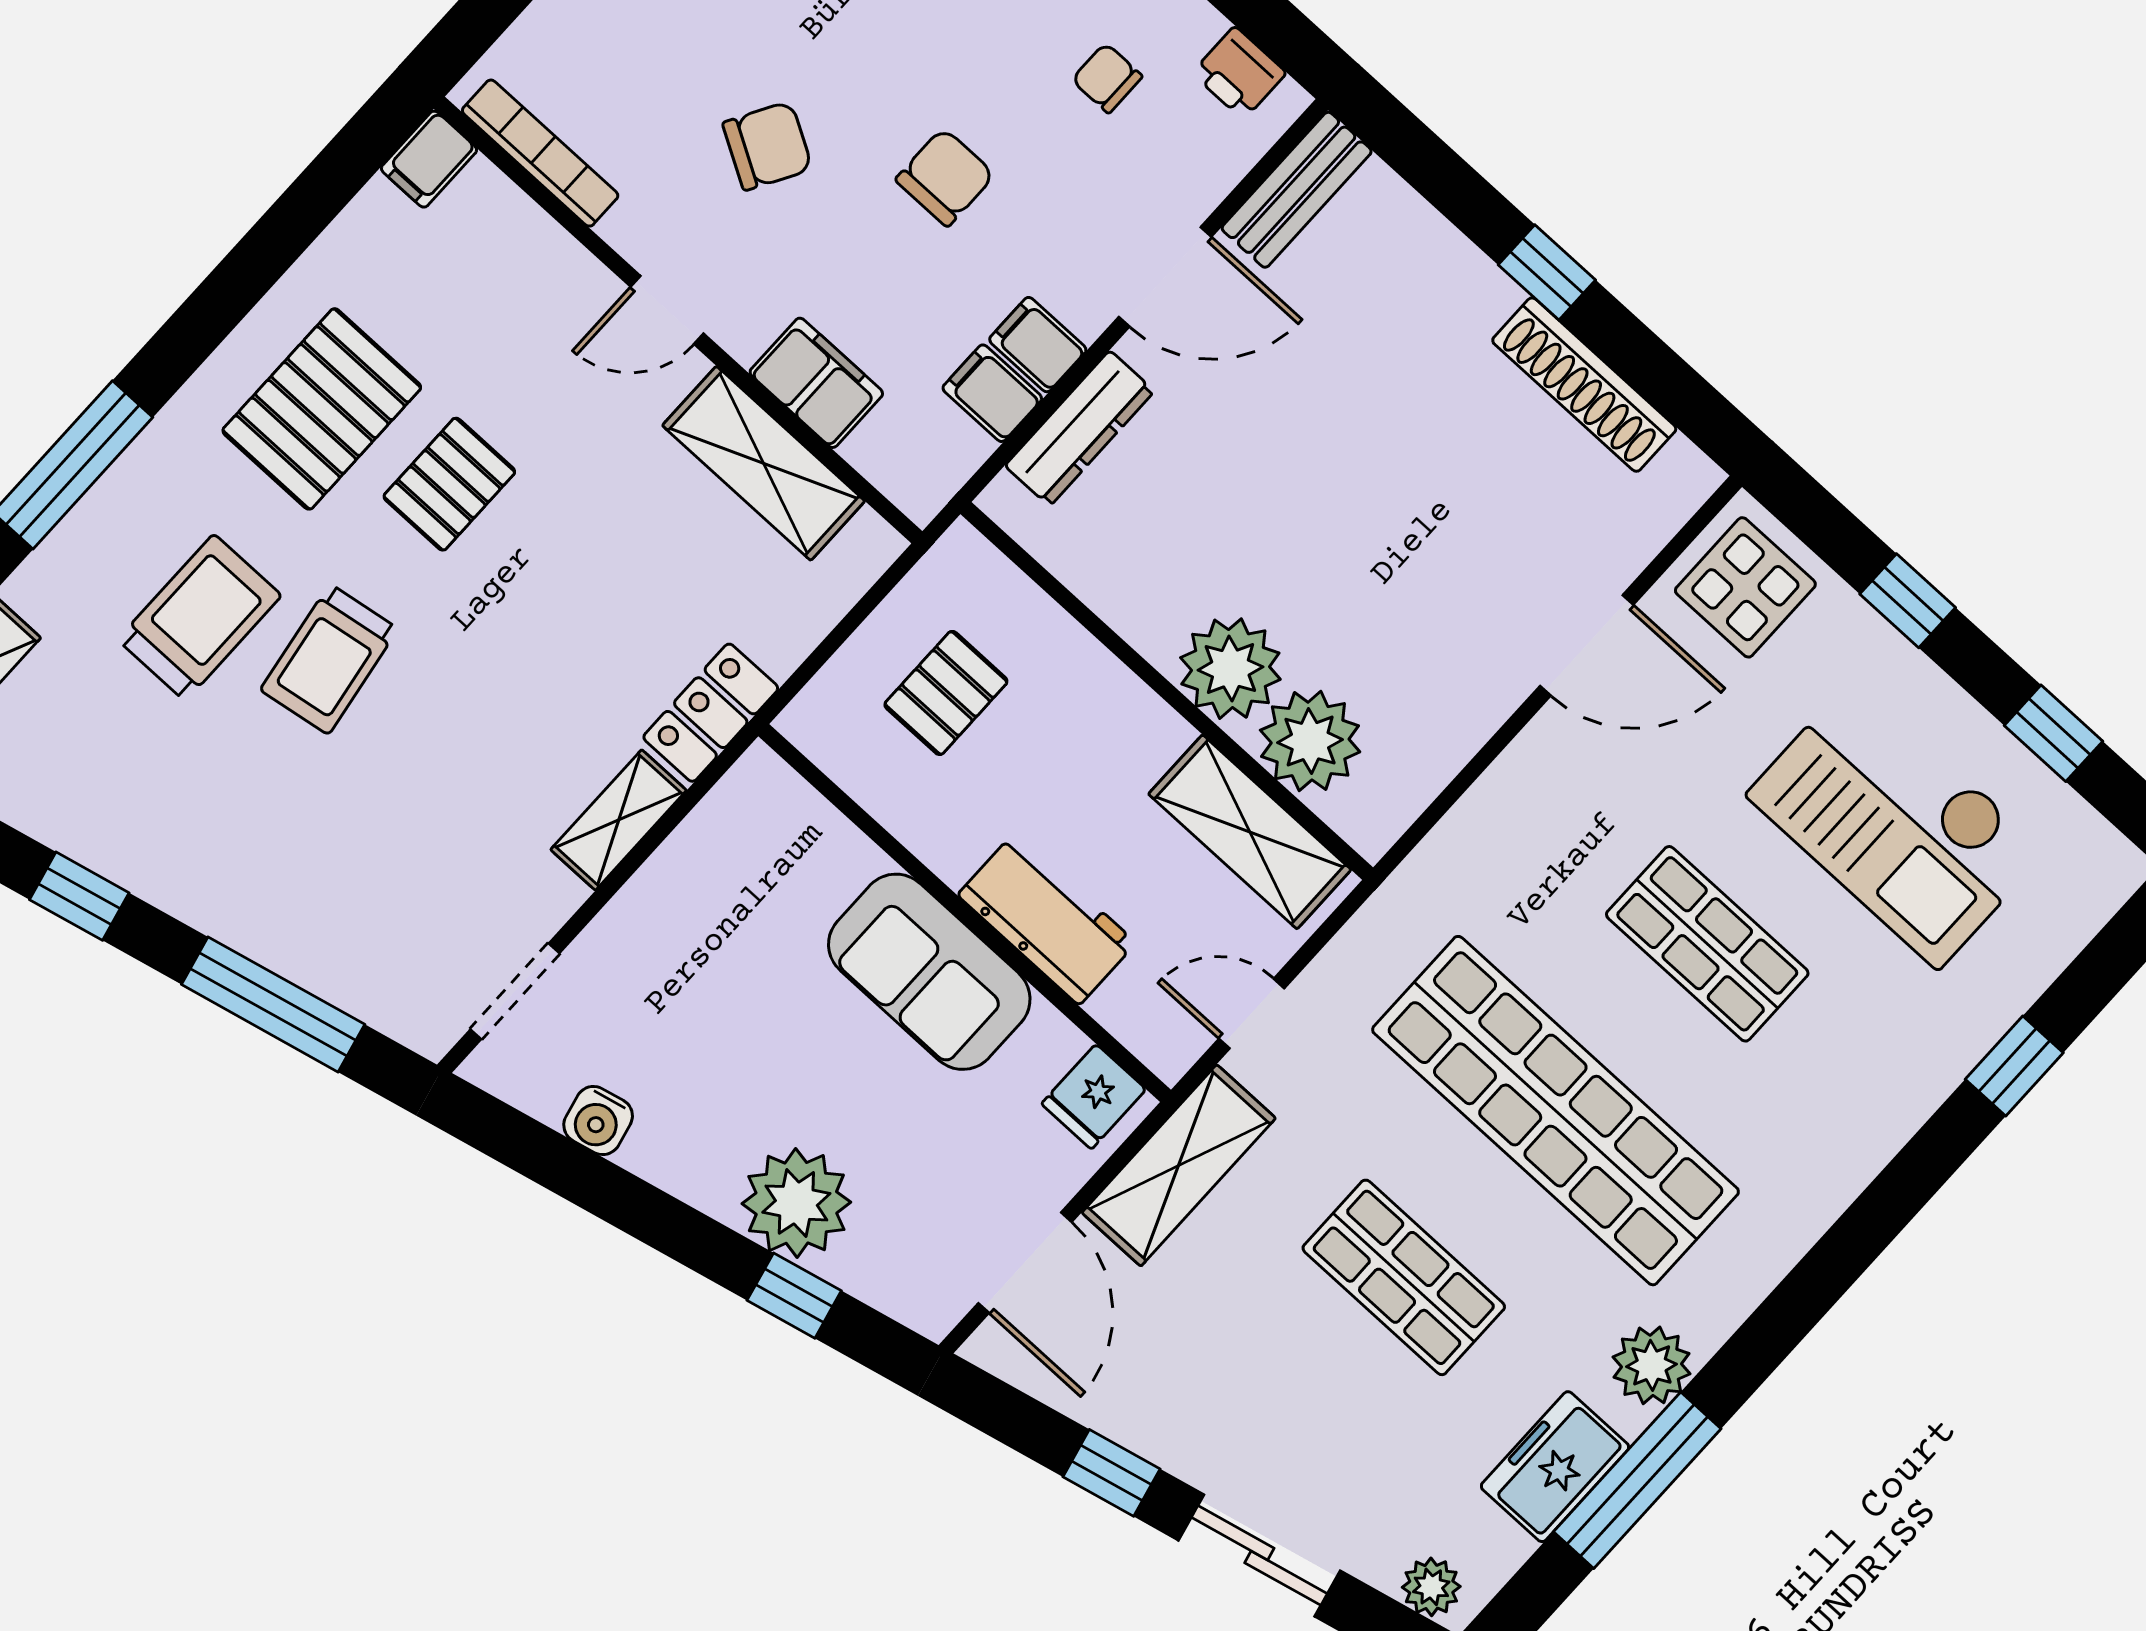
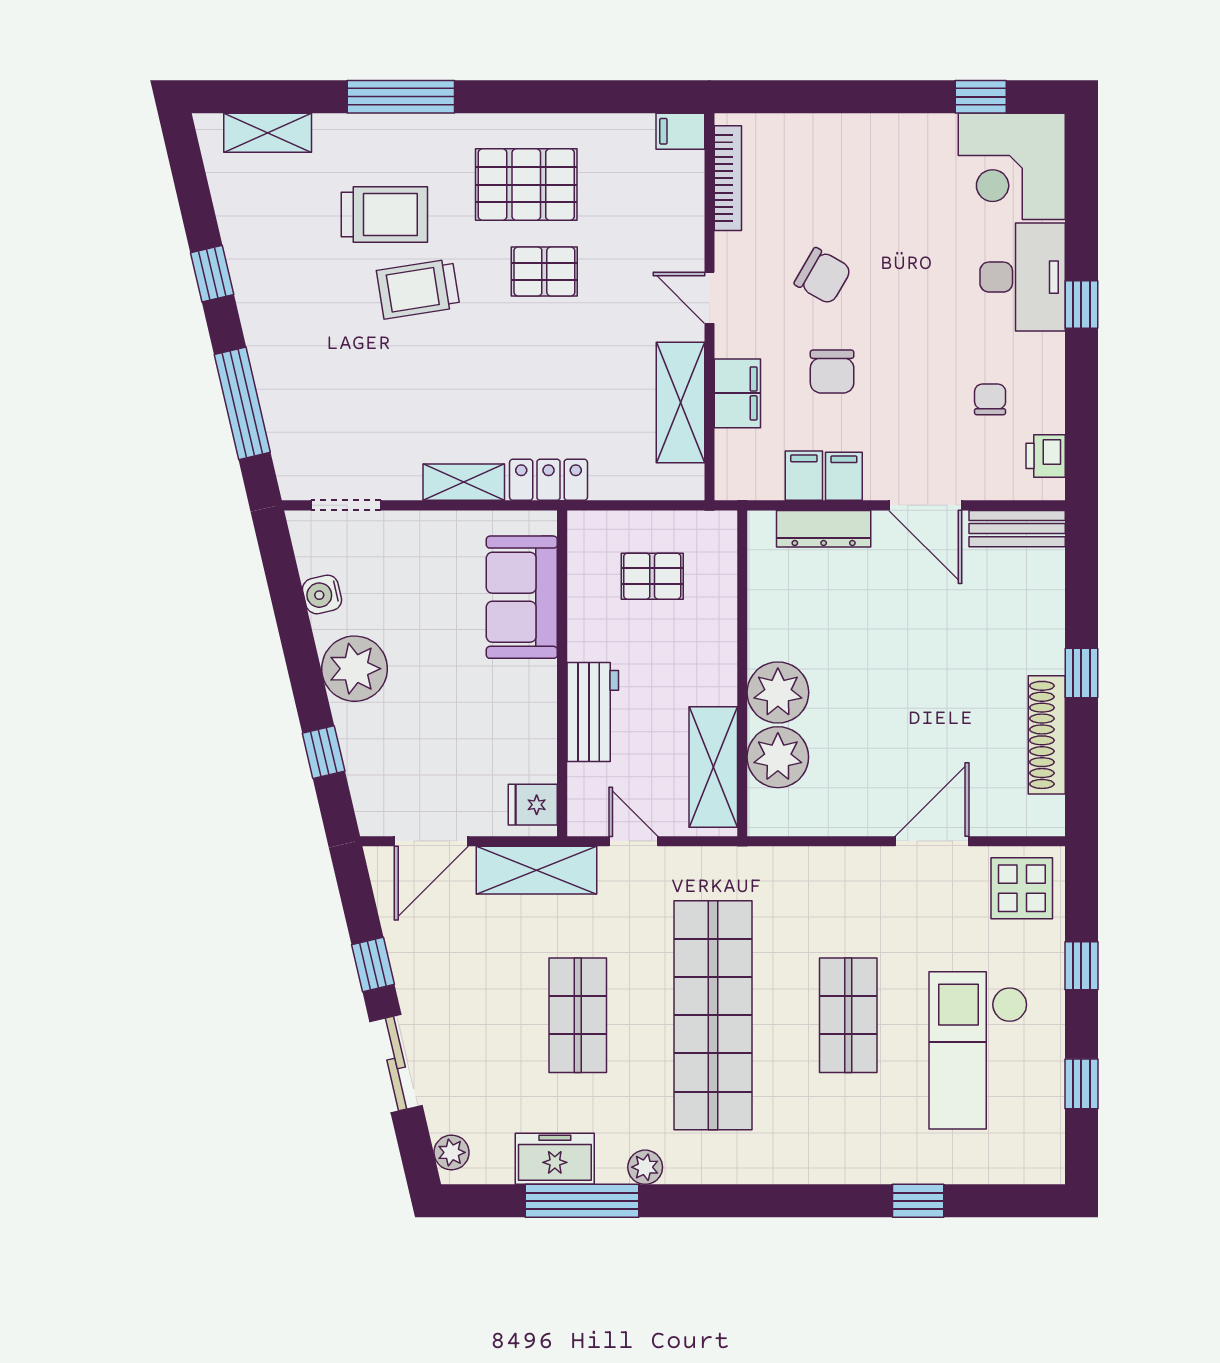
chair: (945, 177) -> (832, 372), moved, turned 90
door: (1587, 645) -> (932, 841), swing flipped
sofa: (929, 972) -> (522, 597), moved
plant: (796, 1203) -> (355, 669), moved
plant: (1652, 1365) -> (645, 1167), width x0.73, depth x0.73

